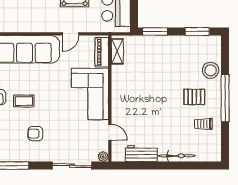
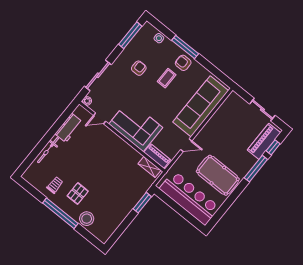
window: (197, 31) -> (120, 231), removed
door: (71, 34) -> (186, 145), swing flipped

